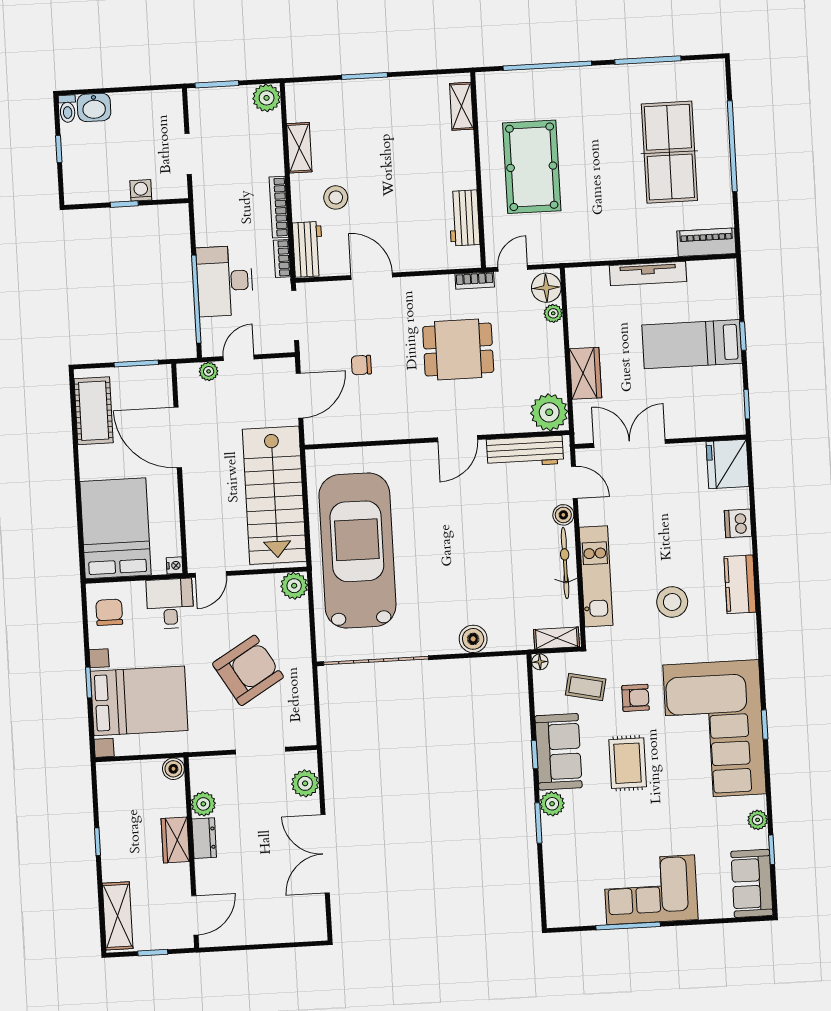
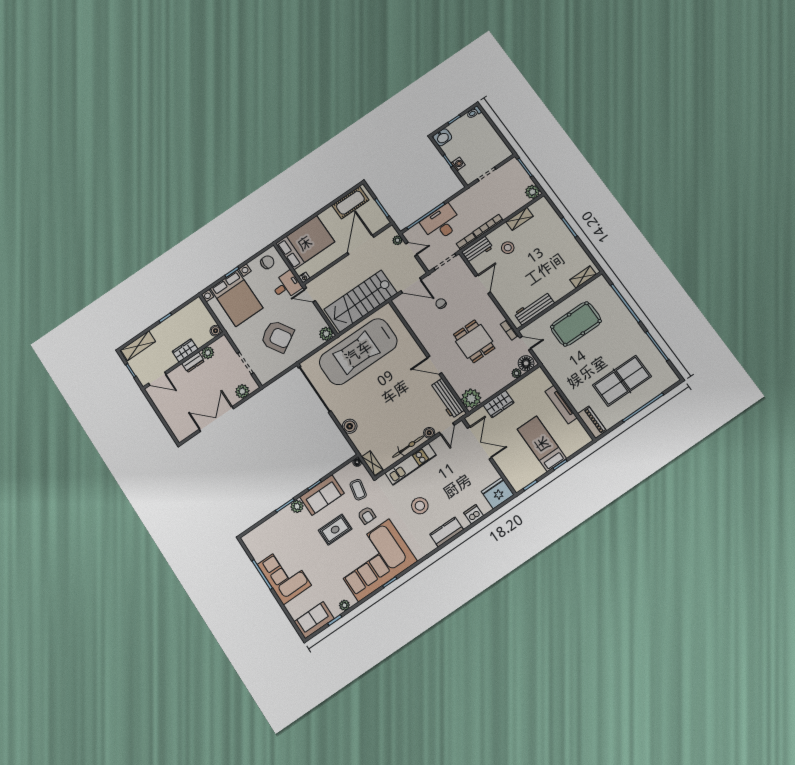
washbasin: (94, 107) -> (442, 137), moved, turned -90
workbench: (464, 218) -> (534, 308), width x1.38
car: (357, 550) -> (358, 352), turned 180

